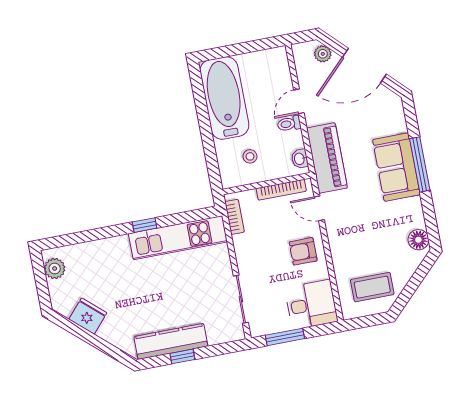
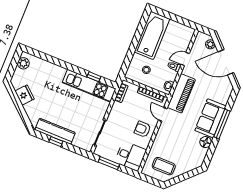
window: (145, 225) -> (94, 77), moved
floor lamp: (418, 240) -> (206, 142), moved

